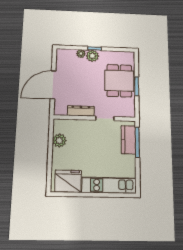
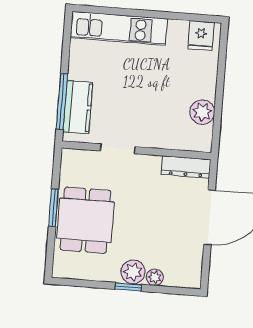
dresser: (81, 111) -> (186, 167), moved
fridge: (68, 181) -> (201, 36), width x0.53, depth x0.75

